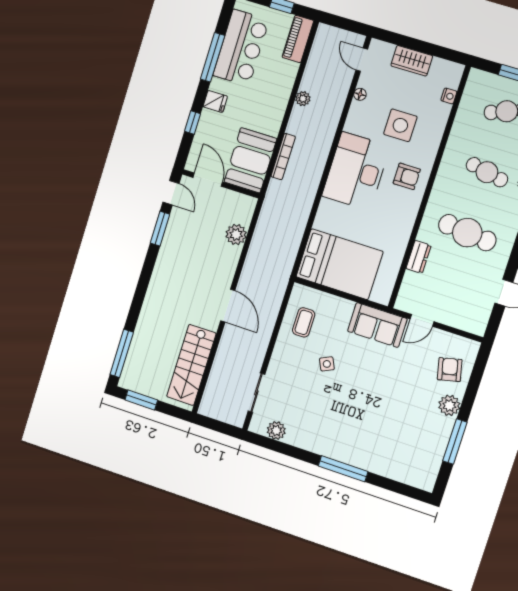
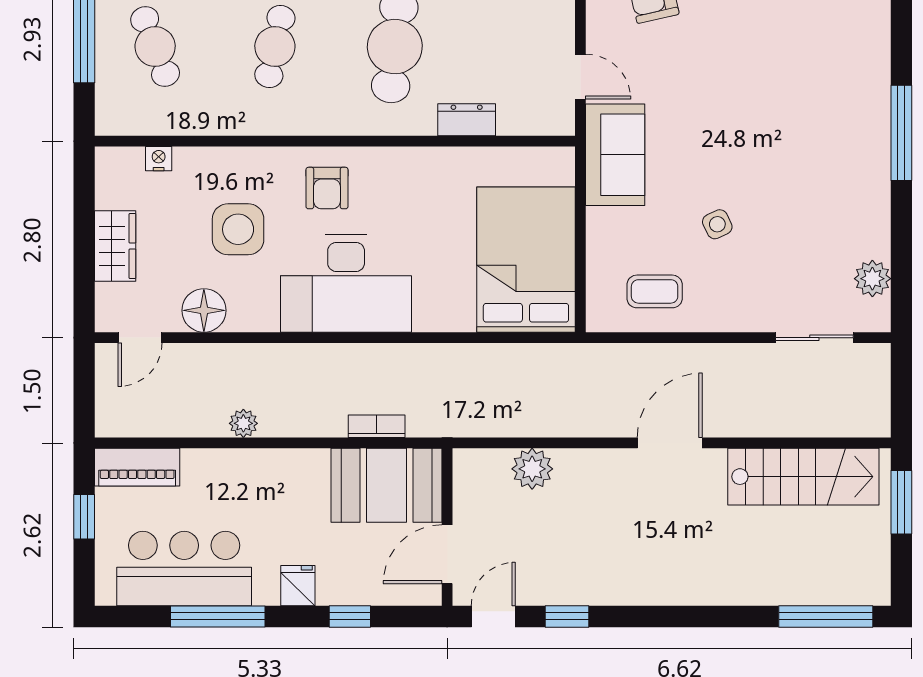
floor lamp: (360, 94) -> (204, 310), width x1.89, depth x1.89
bookcase: (283, 157) -> (377, 426), width x0.64
armchair: (407, 176) -> (327, 188), turned 180
window: (160, 229) -> (567, 616), width x0.67
window: (141, 400) -> (901, 502), moved

